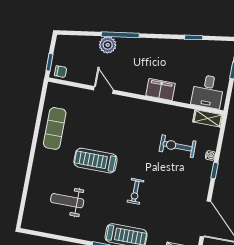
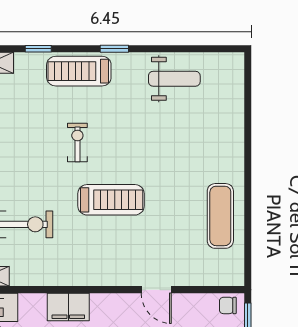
treadmill: (95, 161) -> (111, 200), moved
weight bench: (67, 201) -> (174, 79), moved

